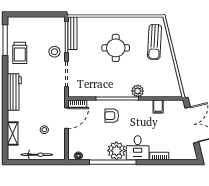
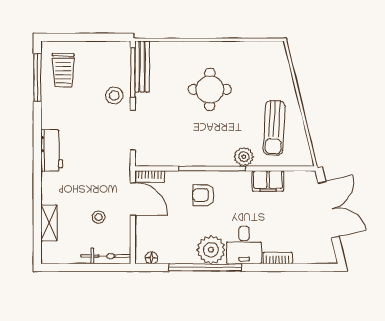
sun lounger: (155, 42) -> (274, 128), moved
trolley: (20, 53) -> (63, 70), moved
workbench: (14, 92) -> (52, 150), width x0.73
filing cabinet: (158, 107) -> (268, 181), width x2.00
door: (66, 118) -> (133, 199), hinge flipped
bicycle: (37, 155) -> (106, 256), moved

